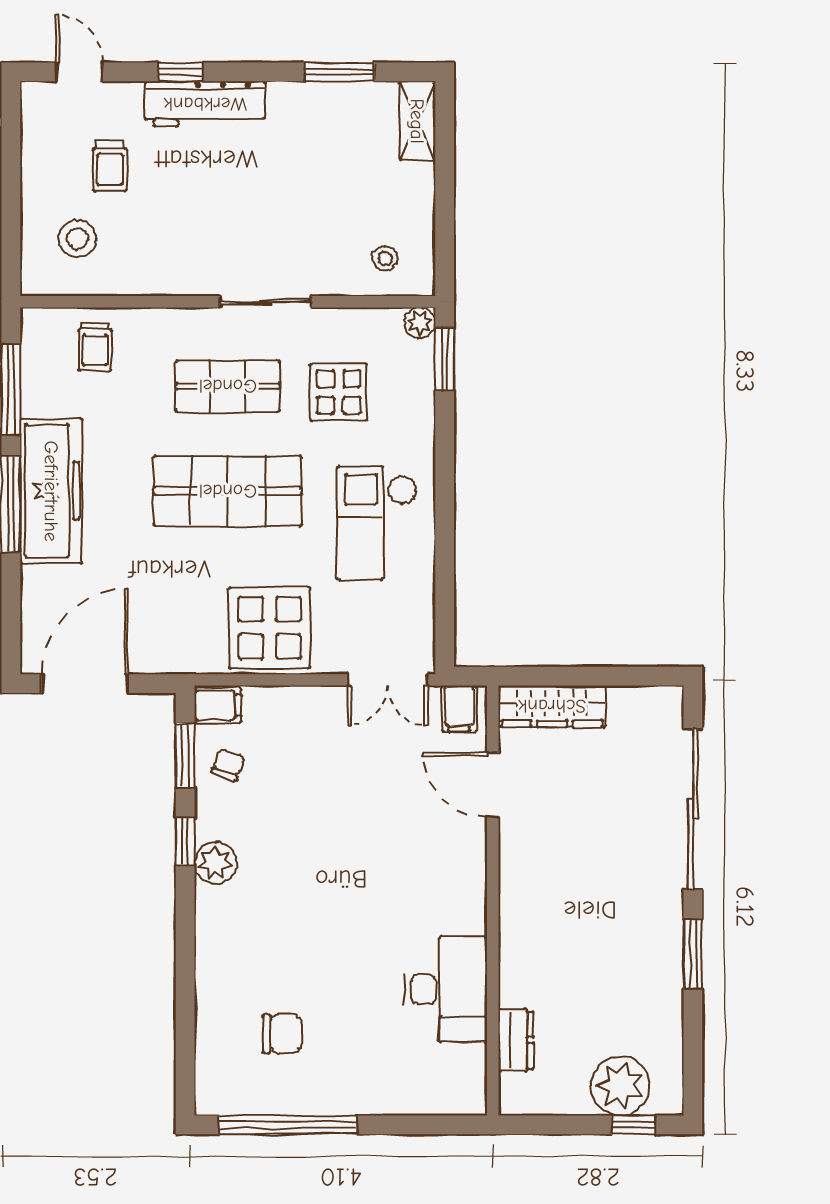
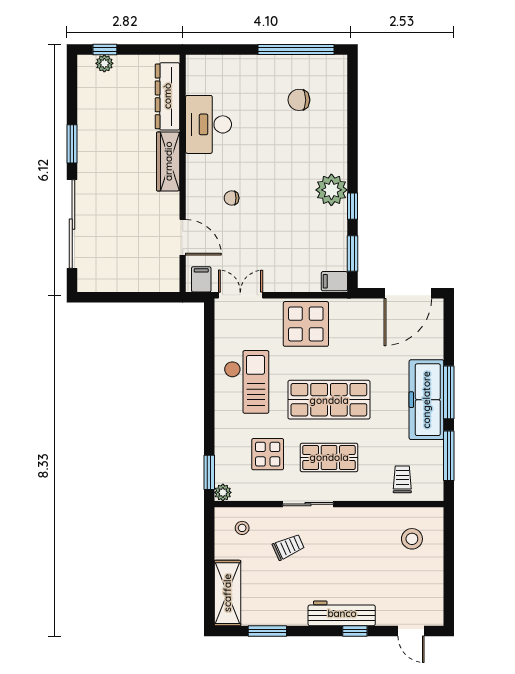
shelving: (417, 121) -> (227, 593), width x1.50, depth x1.33
trolley: (110, 166) -> (288, 547), moved, turned 66
wardrobe: (552, 706) -> (168, 161), moved, turned -90
chair: (228, 765) -> (232, 198), moved, turned 70
plant: (215, 863) -> (331, 190), width x1.36, depth x1.36
dresser: (516, 1040) -> (167, 96), width x1.96, depth x1.24
plant: (620, 1086) -> (104, 63), width x0.53, depth x0.53

